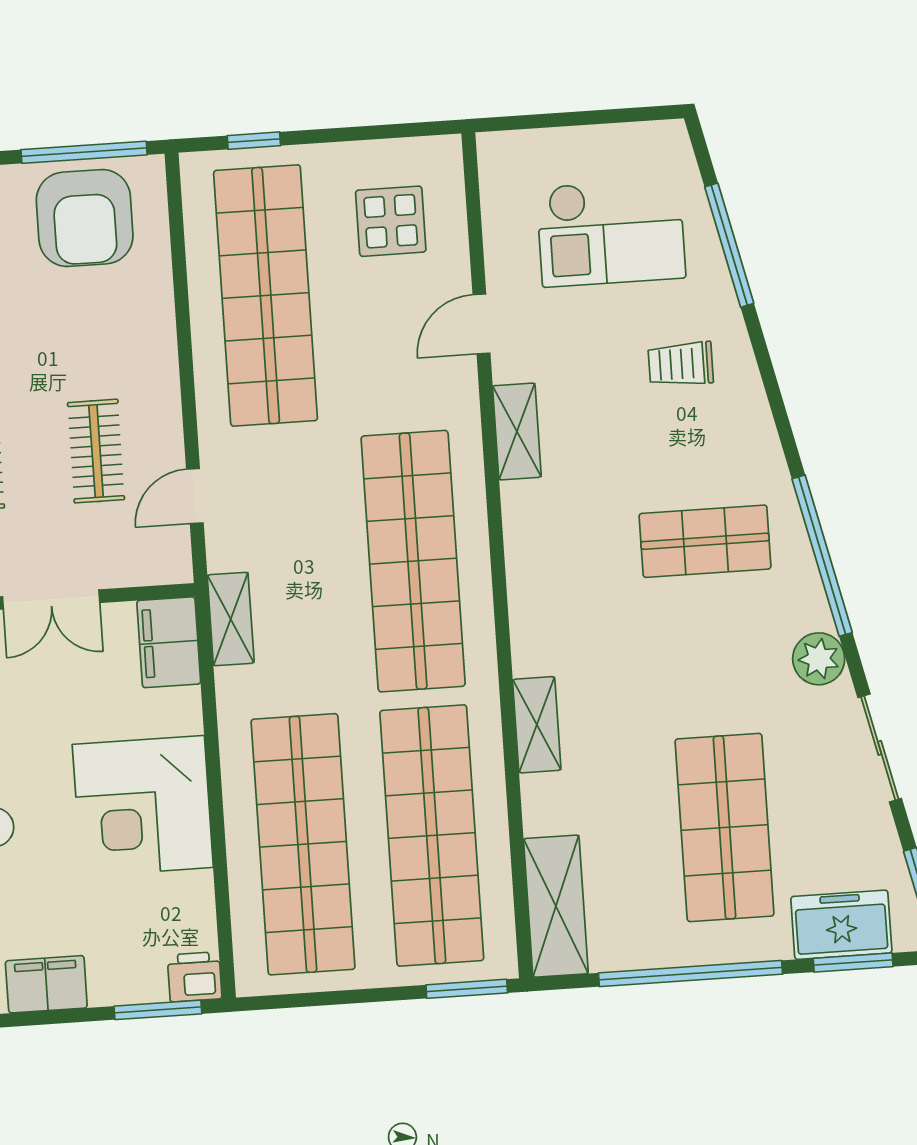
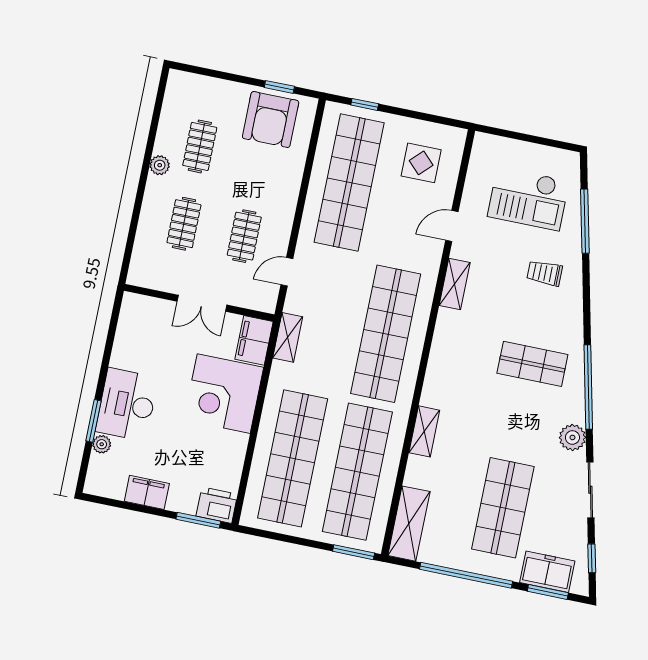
window: (84, 152) -> (279, 87), width x0.46
corner desk: (143, 806) -> (224, 394), moved
printer: (195, 977) -> (217, 505), width x1.36, depth x1.24

